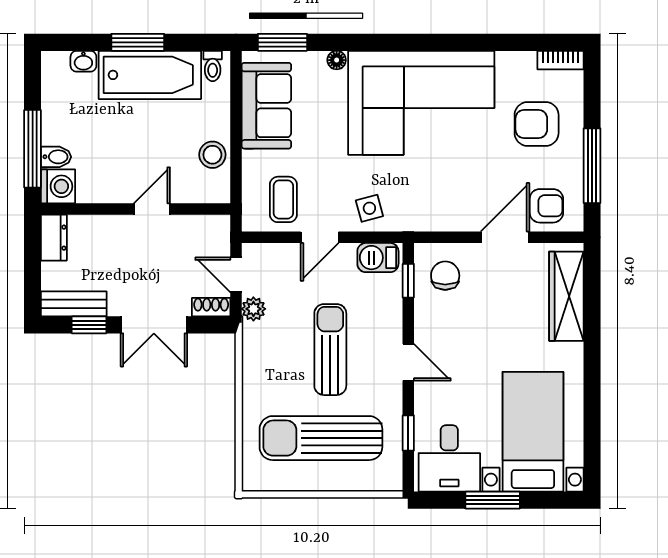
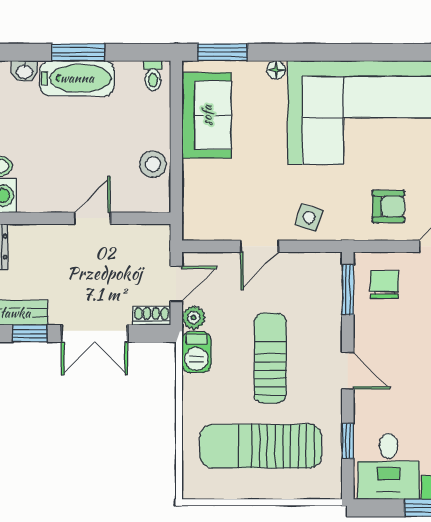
bathtub: (150, 75) -> (77, 78), width x0.73, depth x0.73
armchair: (449, 197) -> (388, 206), added
coffee table: (283, 199) -> (223, 209), removed
side table: (369, 208) -> (309, 217), turned 34
barbecue: (378, 258) -> (196, 352), moved, turned -90
door: (236, 275) -> (176, 284), swing flipped
window: (408, 281) -> (348, 290), width x1.50

